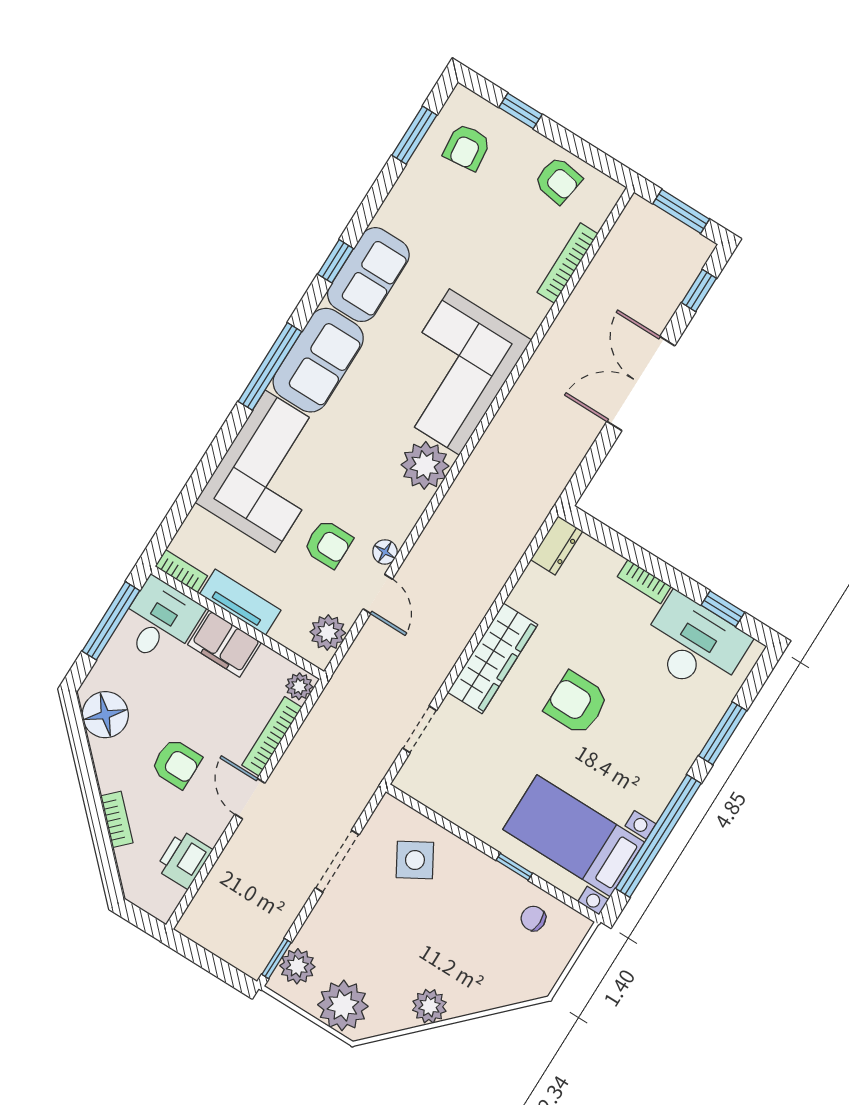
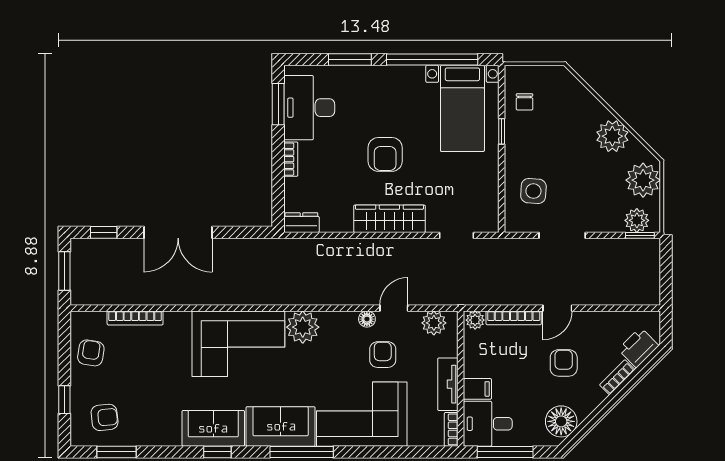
window: (723, 609) -> (278, 104), width x1.50
filing cabinet: (224, 644) -> (477, 389), width x0.50
printer: (184, 859) -> (638, 347), moved, turned 135
side table: (415, 860) -> (533, 191), turned 34
plant: (429, 1006) -> (612, 136), width x1.36, depth x1.36

